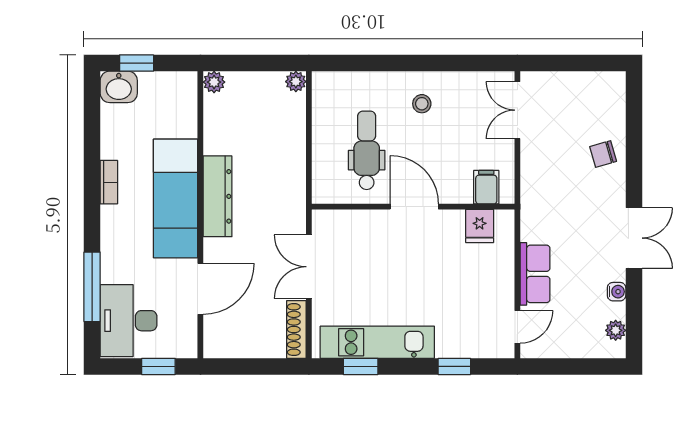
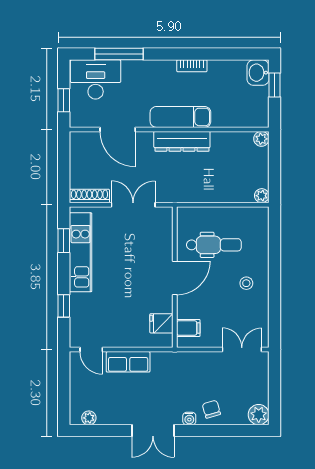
plant: (611, 86) -> (259, 415), added
exam couch: (176, 199) -> (180, 117), width x0.73, depth x0.69
water cooler: (617, 292) -> (189, 419), moved

